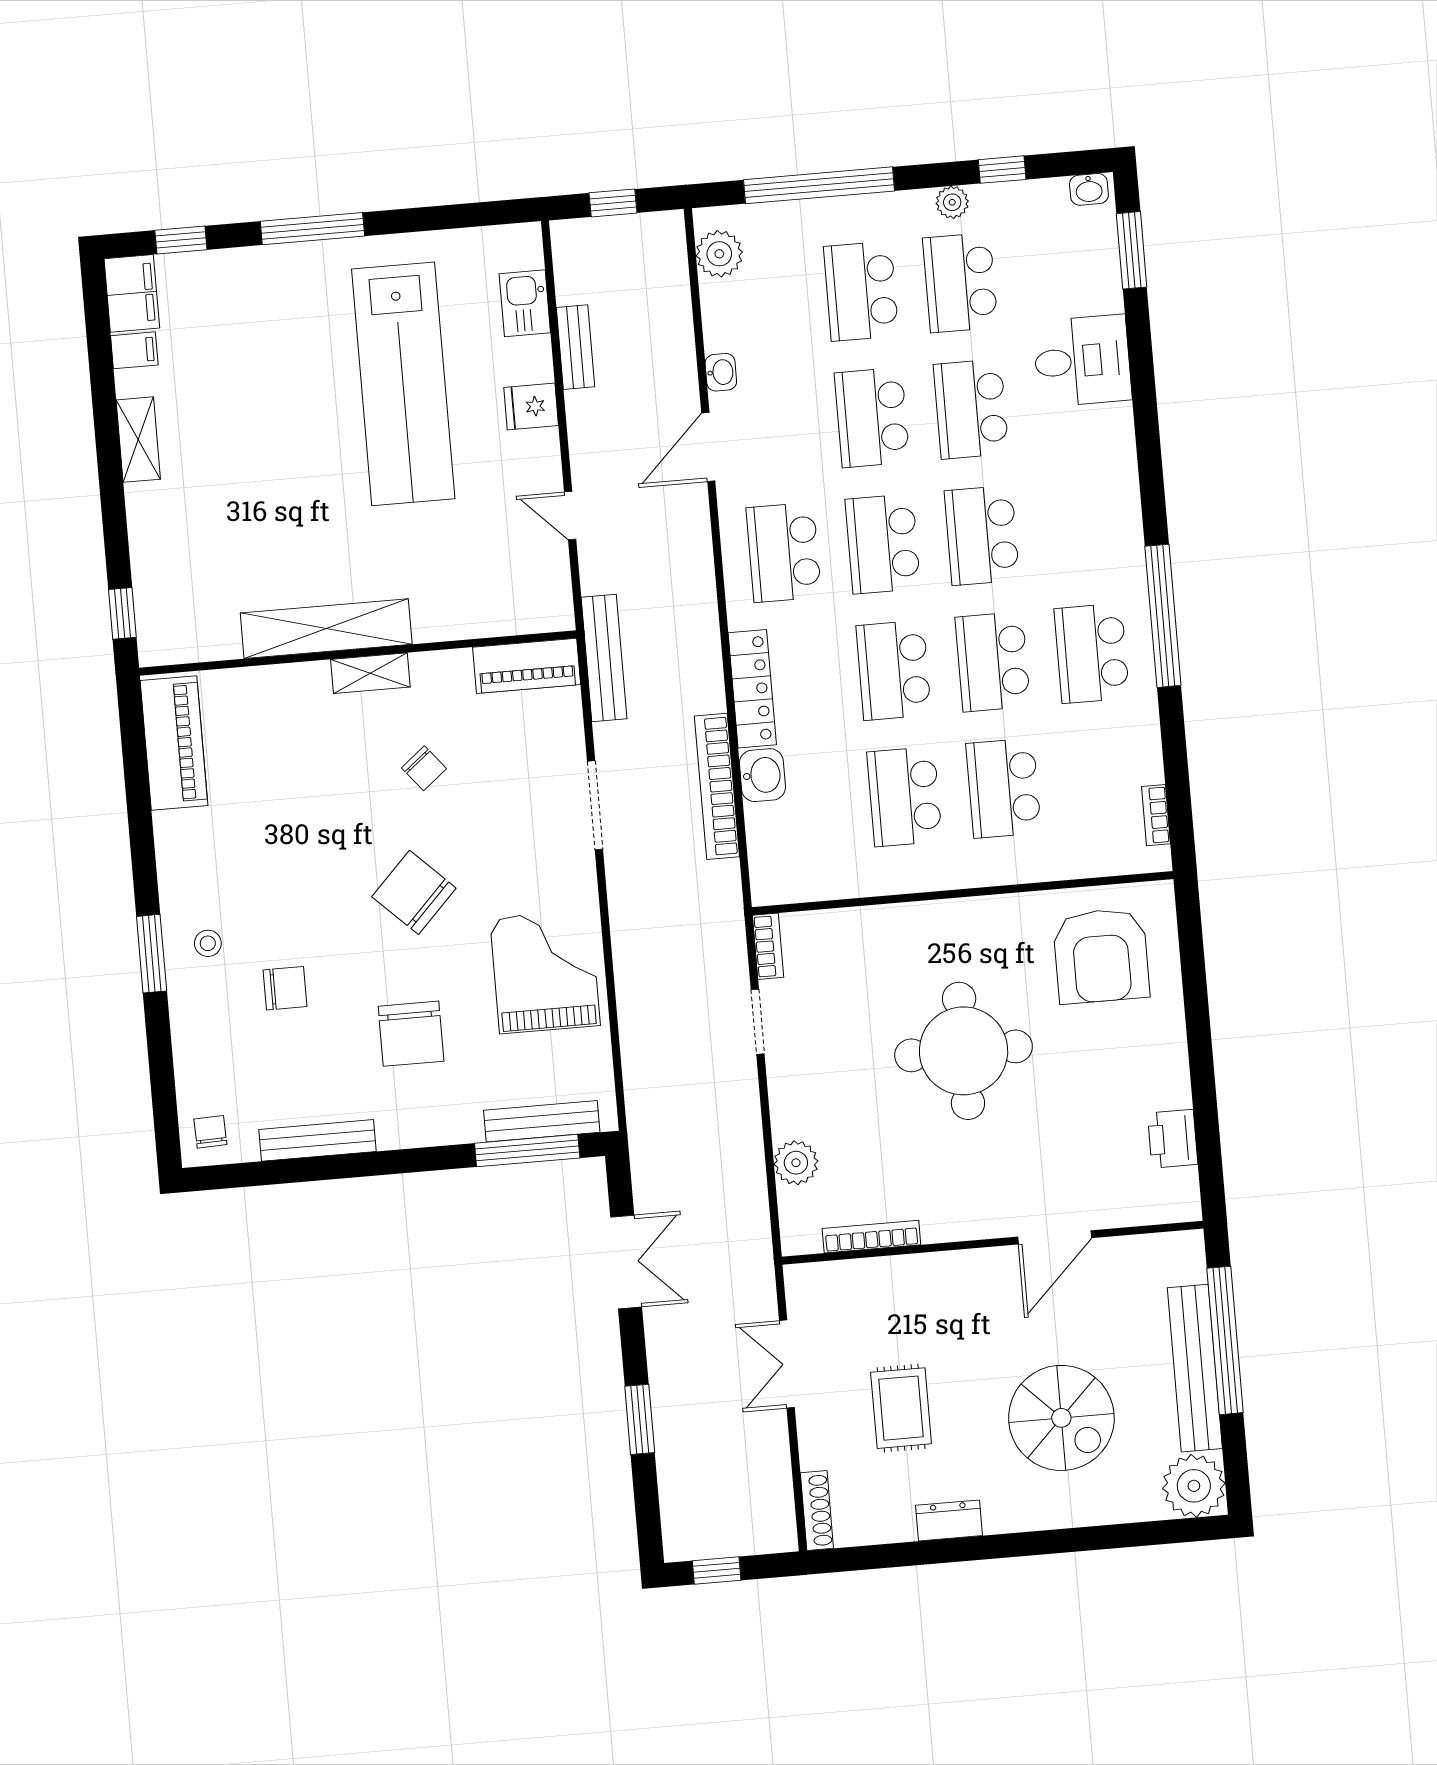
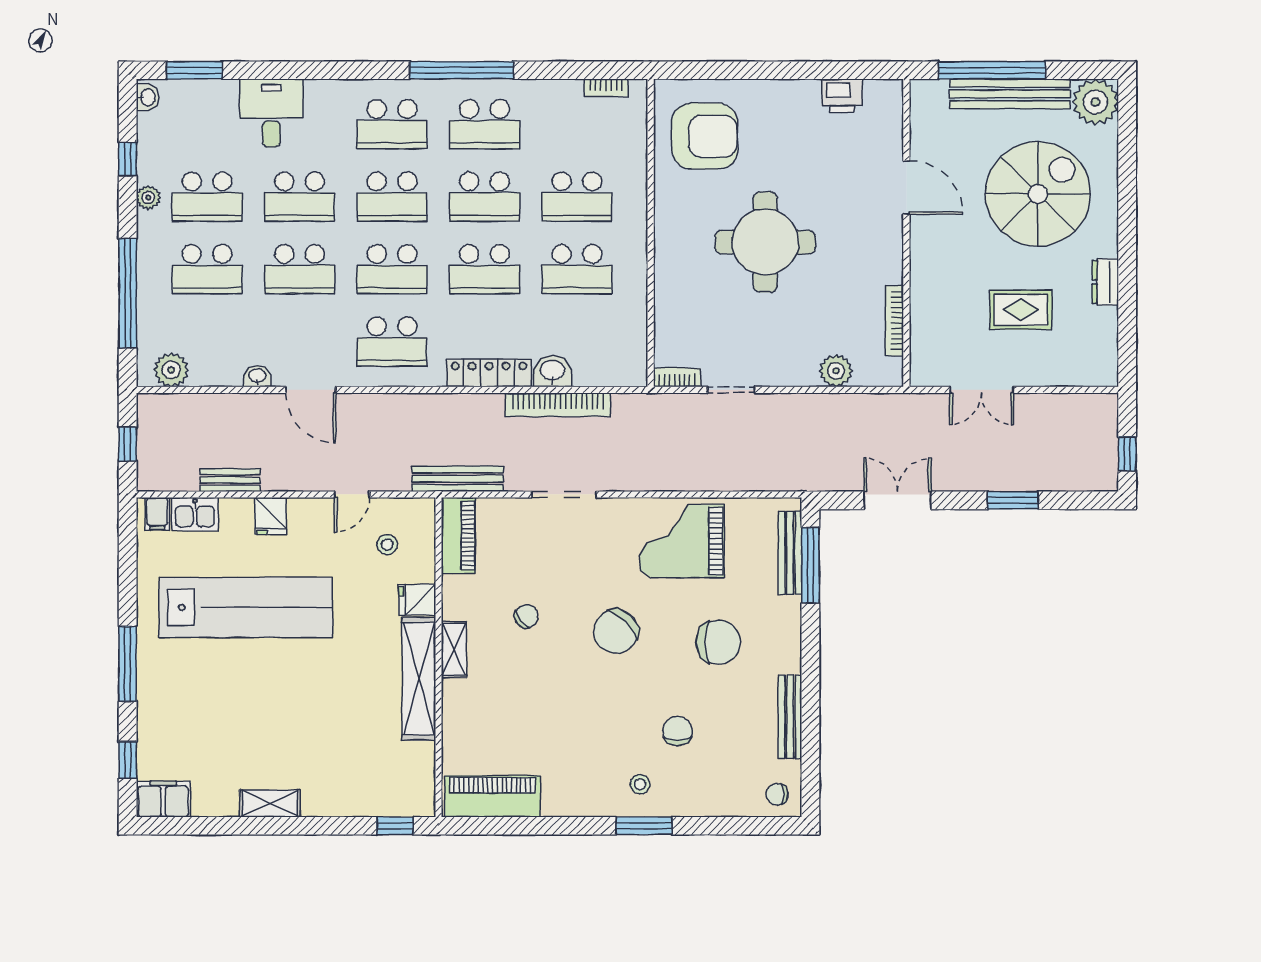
filing cabinet: (134, 350) -> (157, 514), moved, turned 180
school desk: (1081, 527) -> (392, 124), added
stool: (506, 570) -> (387, 545), added
fridge: (434, 617) -> (417, 600), added
spiral stairs: (1061, 1418) -> (1038, 194), width x1.37, depth x1.37
shoe rack: (817, 1511) -> (1090, 377), removed

